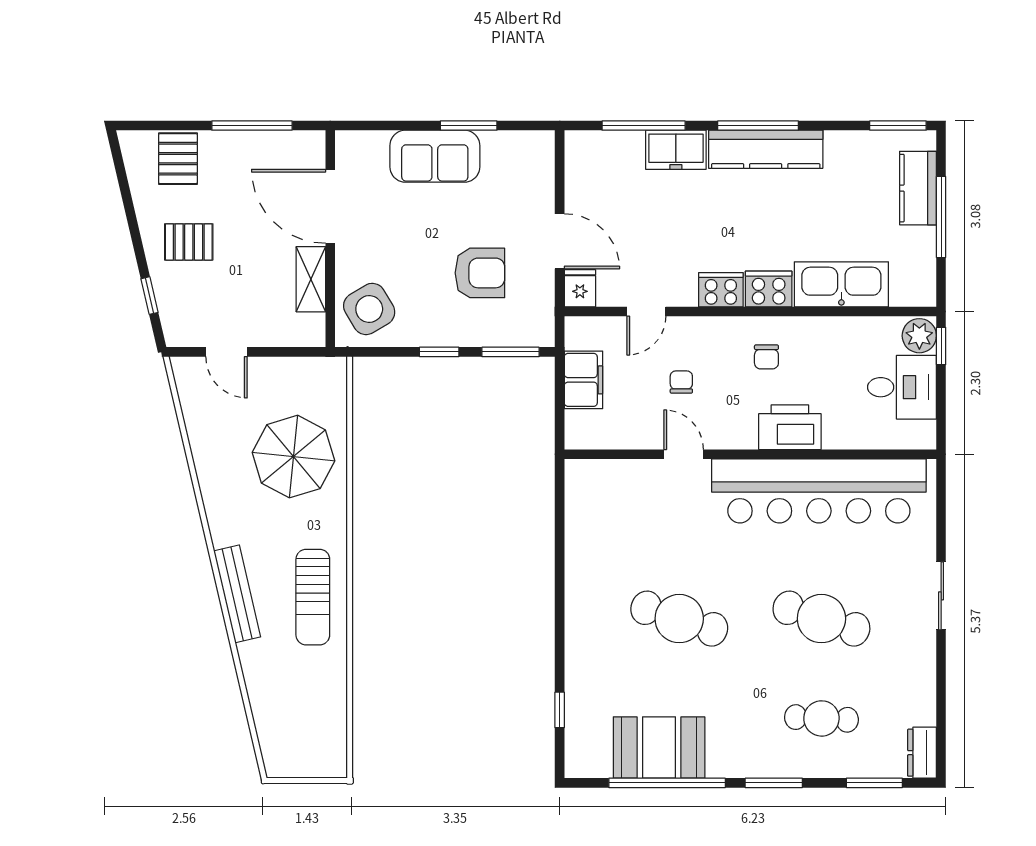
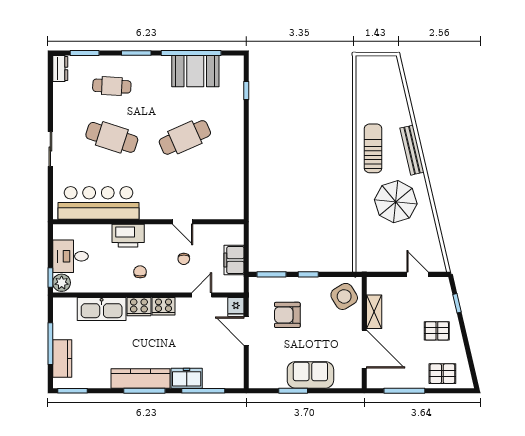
pallet: (178, 159) -> (442, 374), turned 90
parasol: (293, 457) -> (396, 202), moved
bar counter: (819, 491) -> (98, 203), width x0.73
cafe table: (679, 619) -> (185, 137), turned -42

